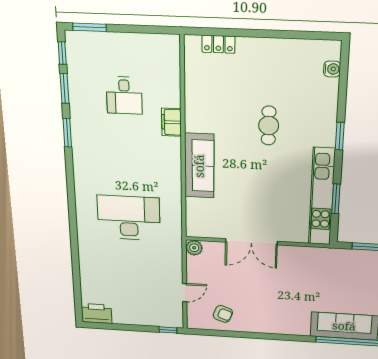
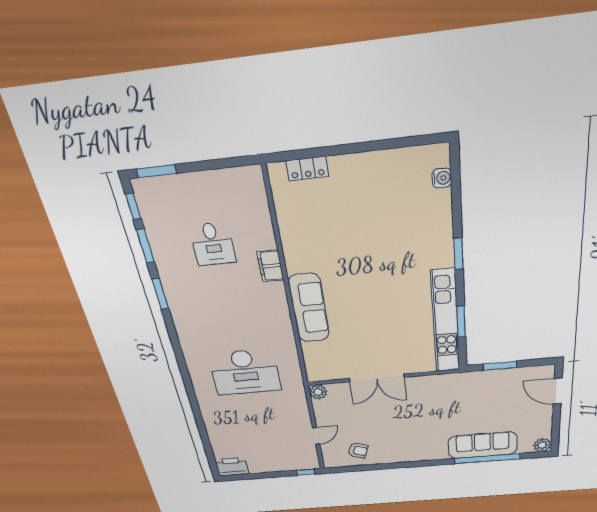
cafe table: (269, 126) -> (378, 254), removed
desk: (129, 218) -> (245, 372), turned 180

